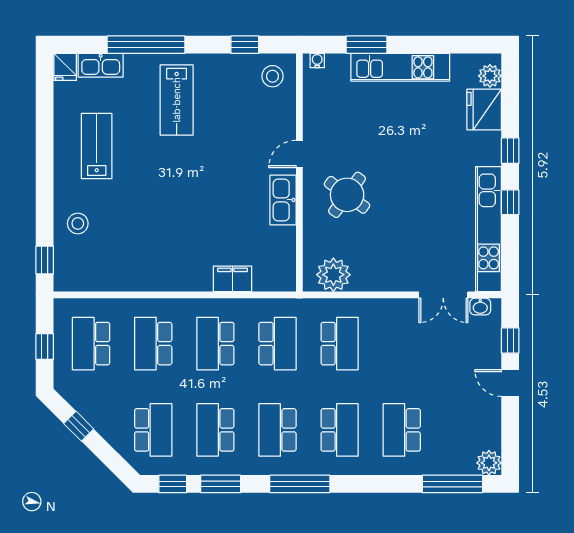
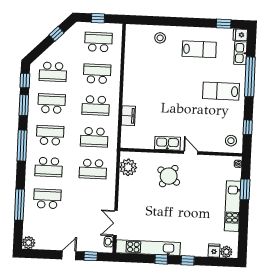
fridge: (484, 109) -> (214, 251), width x0.53, depth x0.75
window: (45, 260) -> (224, 24), moved
school desk: (215, 344) -> (96, 105), turned 180
window: (452, 484) -> (19, 205), moved

